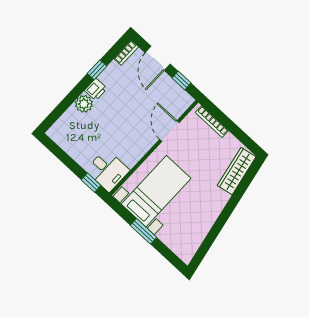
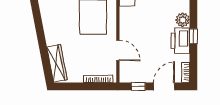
door: (158, 58) -> (164, 86), hinge flipped
window: (97, 70) -> (193, 36), moved
printer: (96, 89) -> (180, 41), width x1.87, depth x1.48

